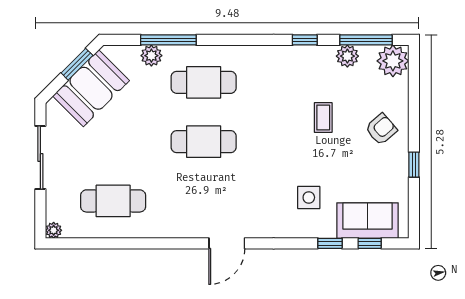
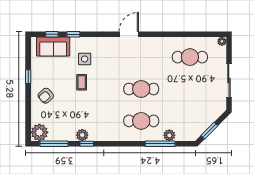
plant: (347, 56) -> (82, 135), moved
booth: (91, 88) -> (202, 118), removed
coffee table: (323, 118) -> (82, 82), moved

